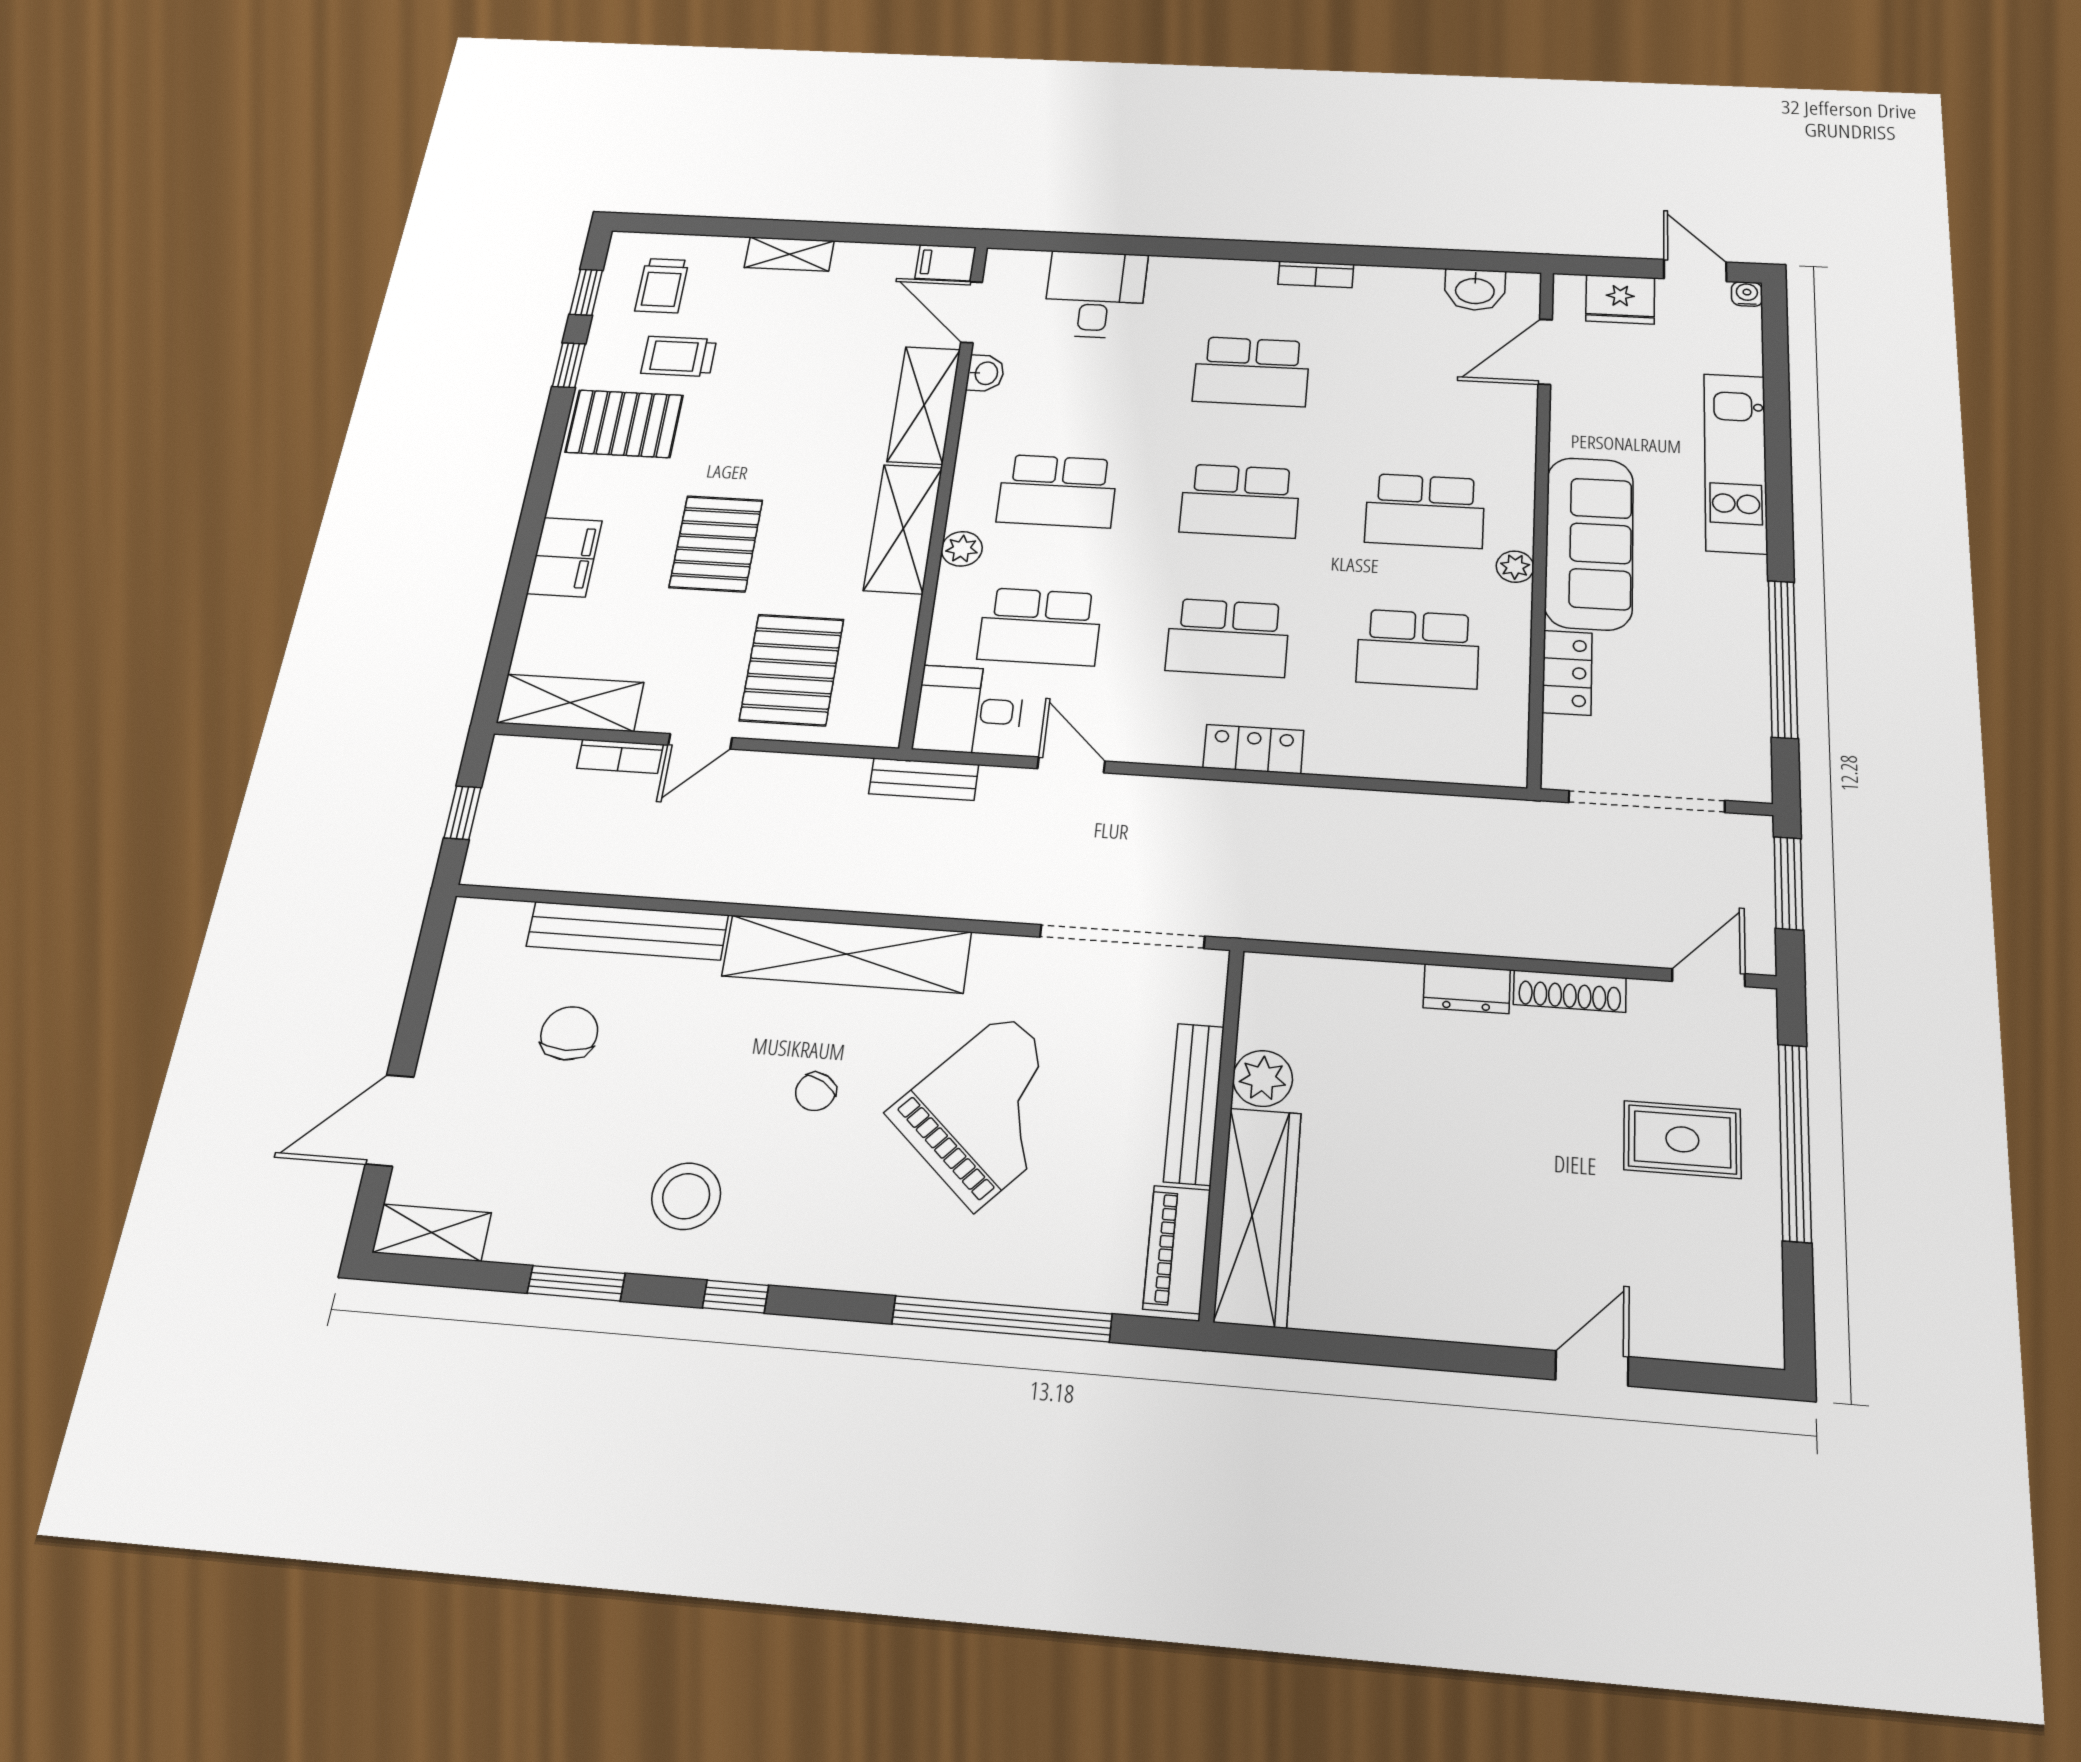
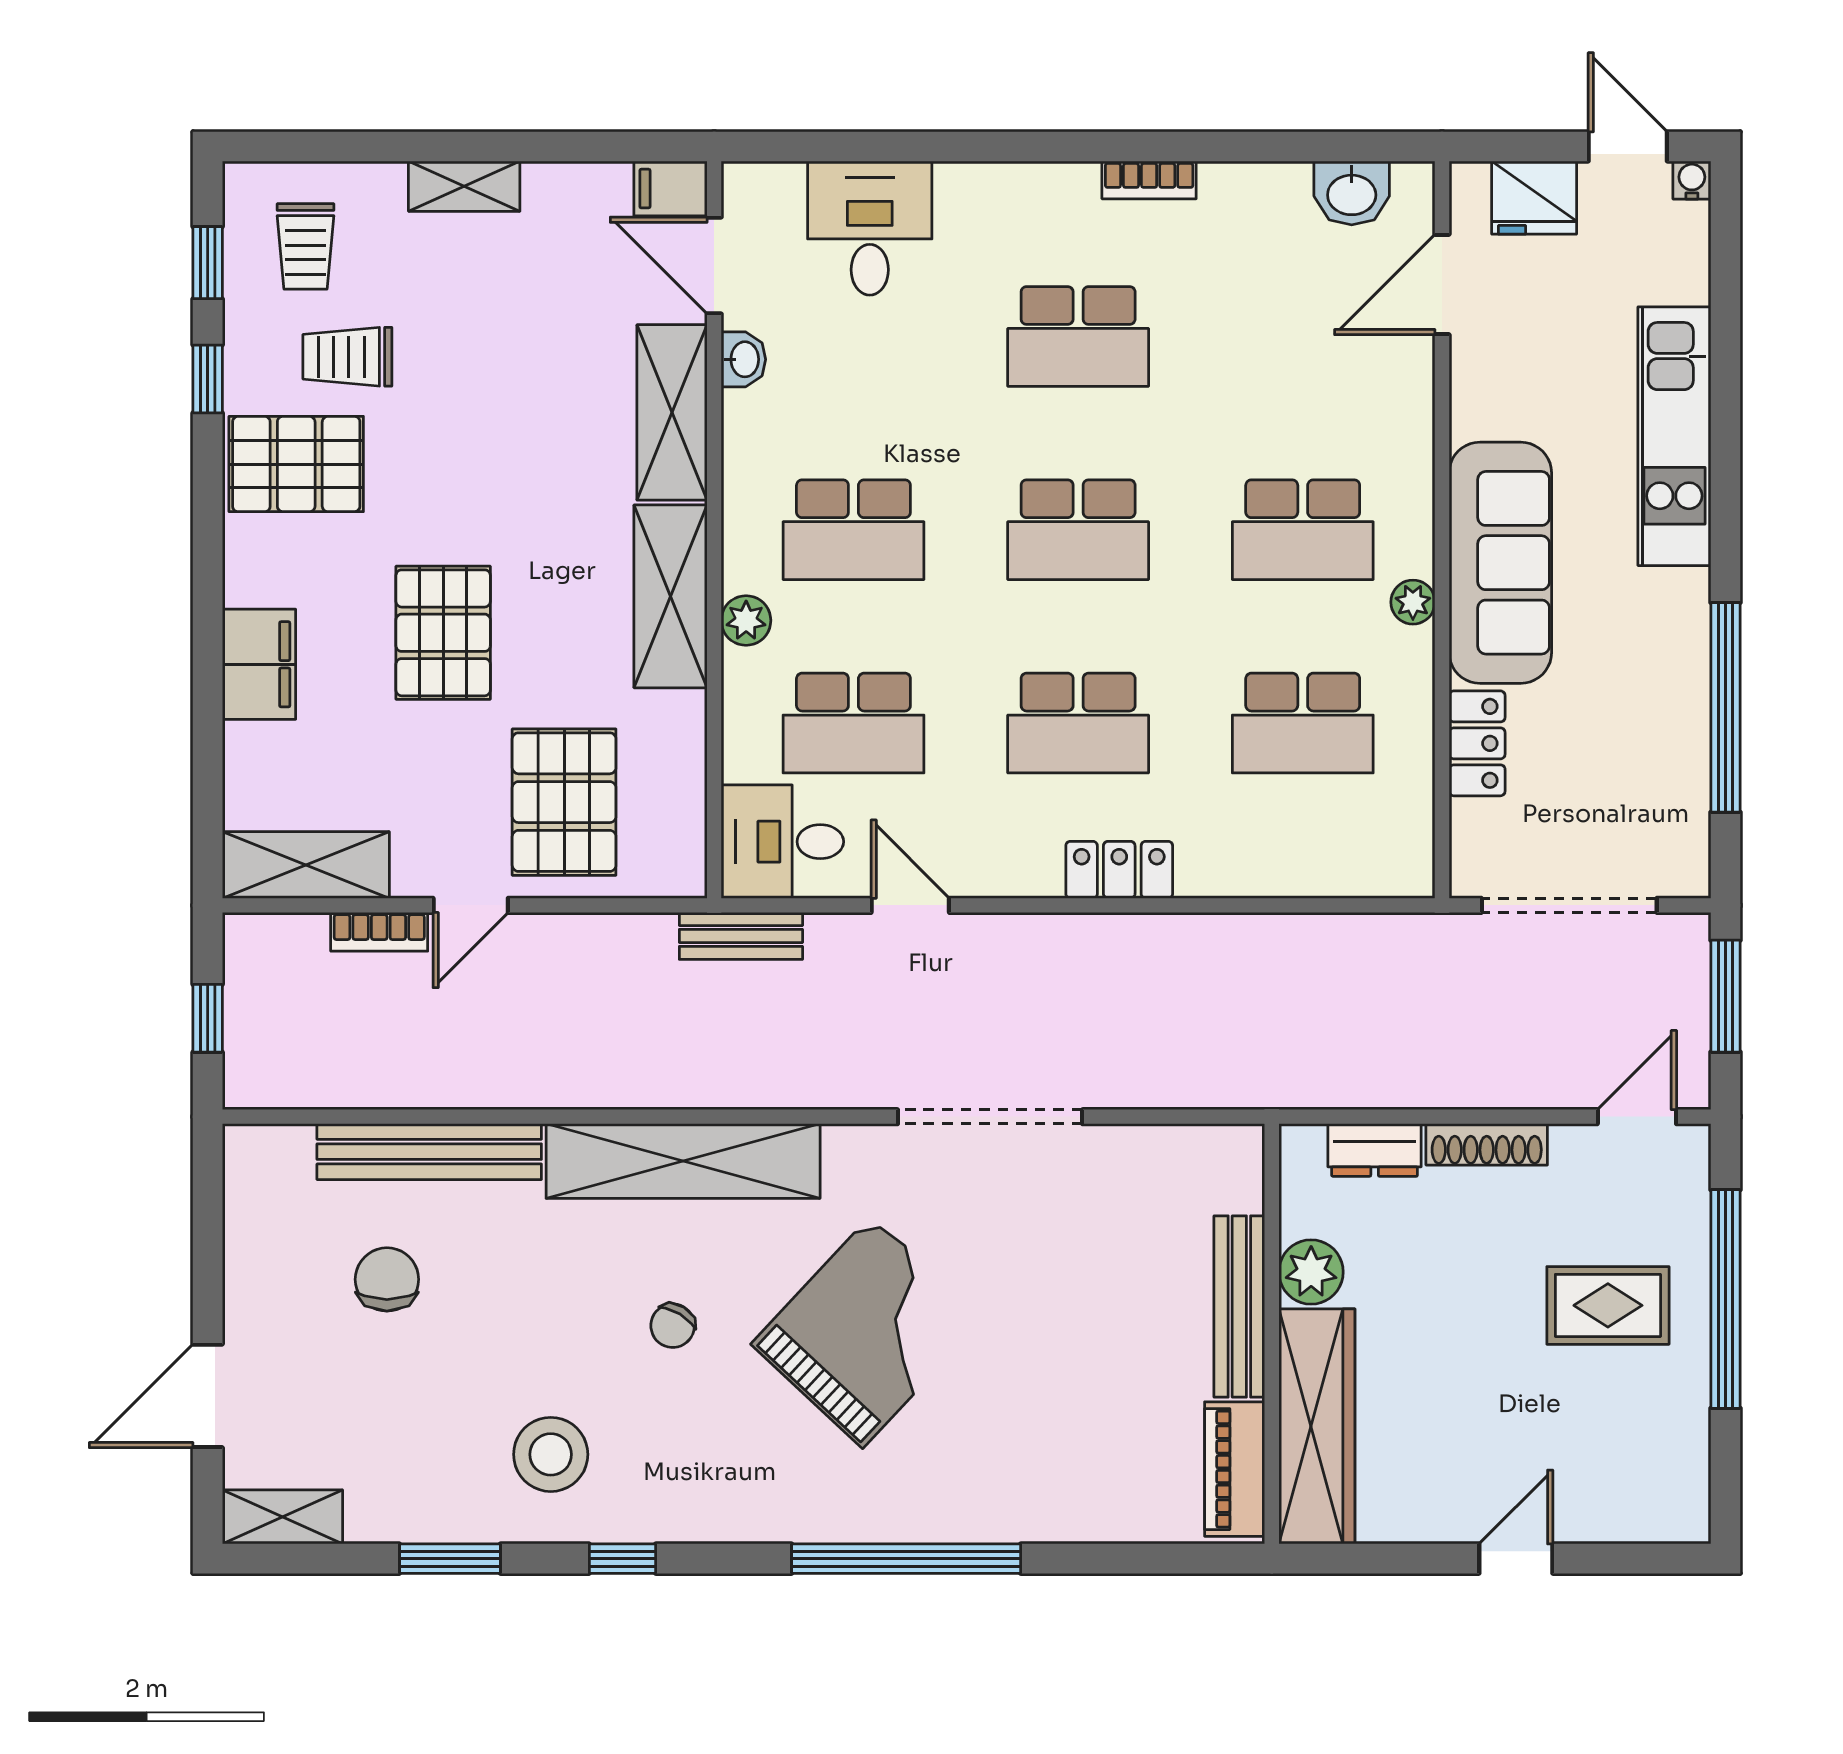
plant: (1263, 1078) -> (1311, 1272), moved
bench: (1194, 1103) -> (1239, 1306), moved
wall: (1222, 1130) -> (1272, 1334), moved
wardrobe: (1258, 1216) -> (1317, 1426), moved
piano: (1177, 1249) -> (1235, 1469), moved

